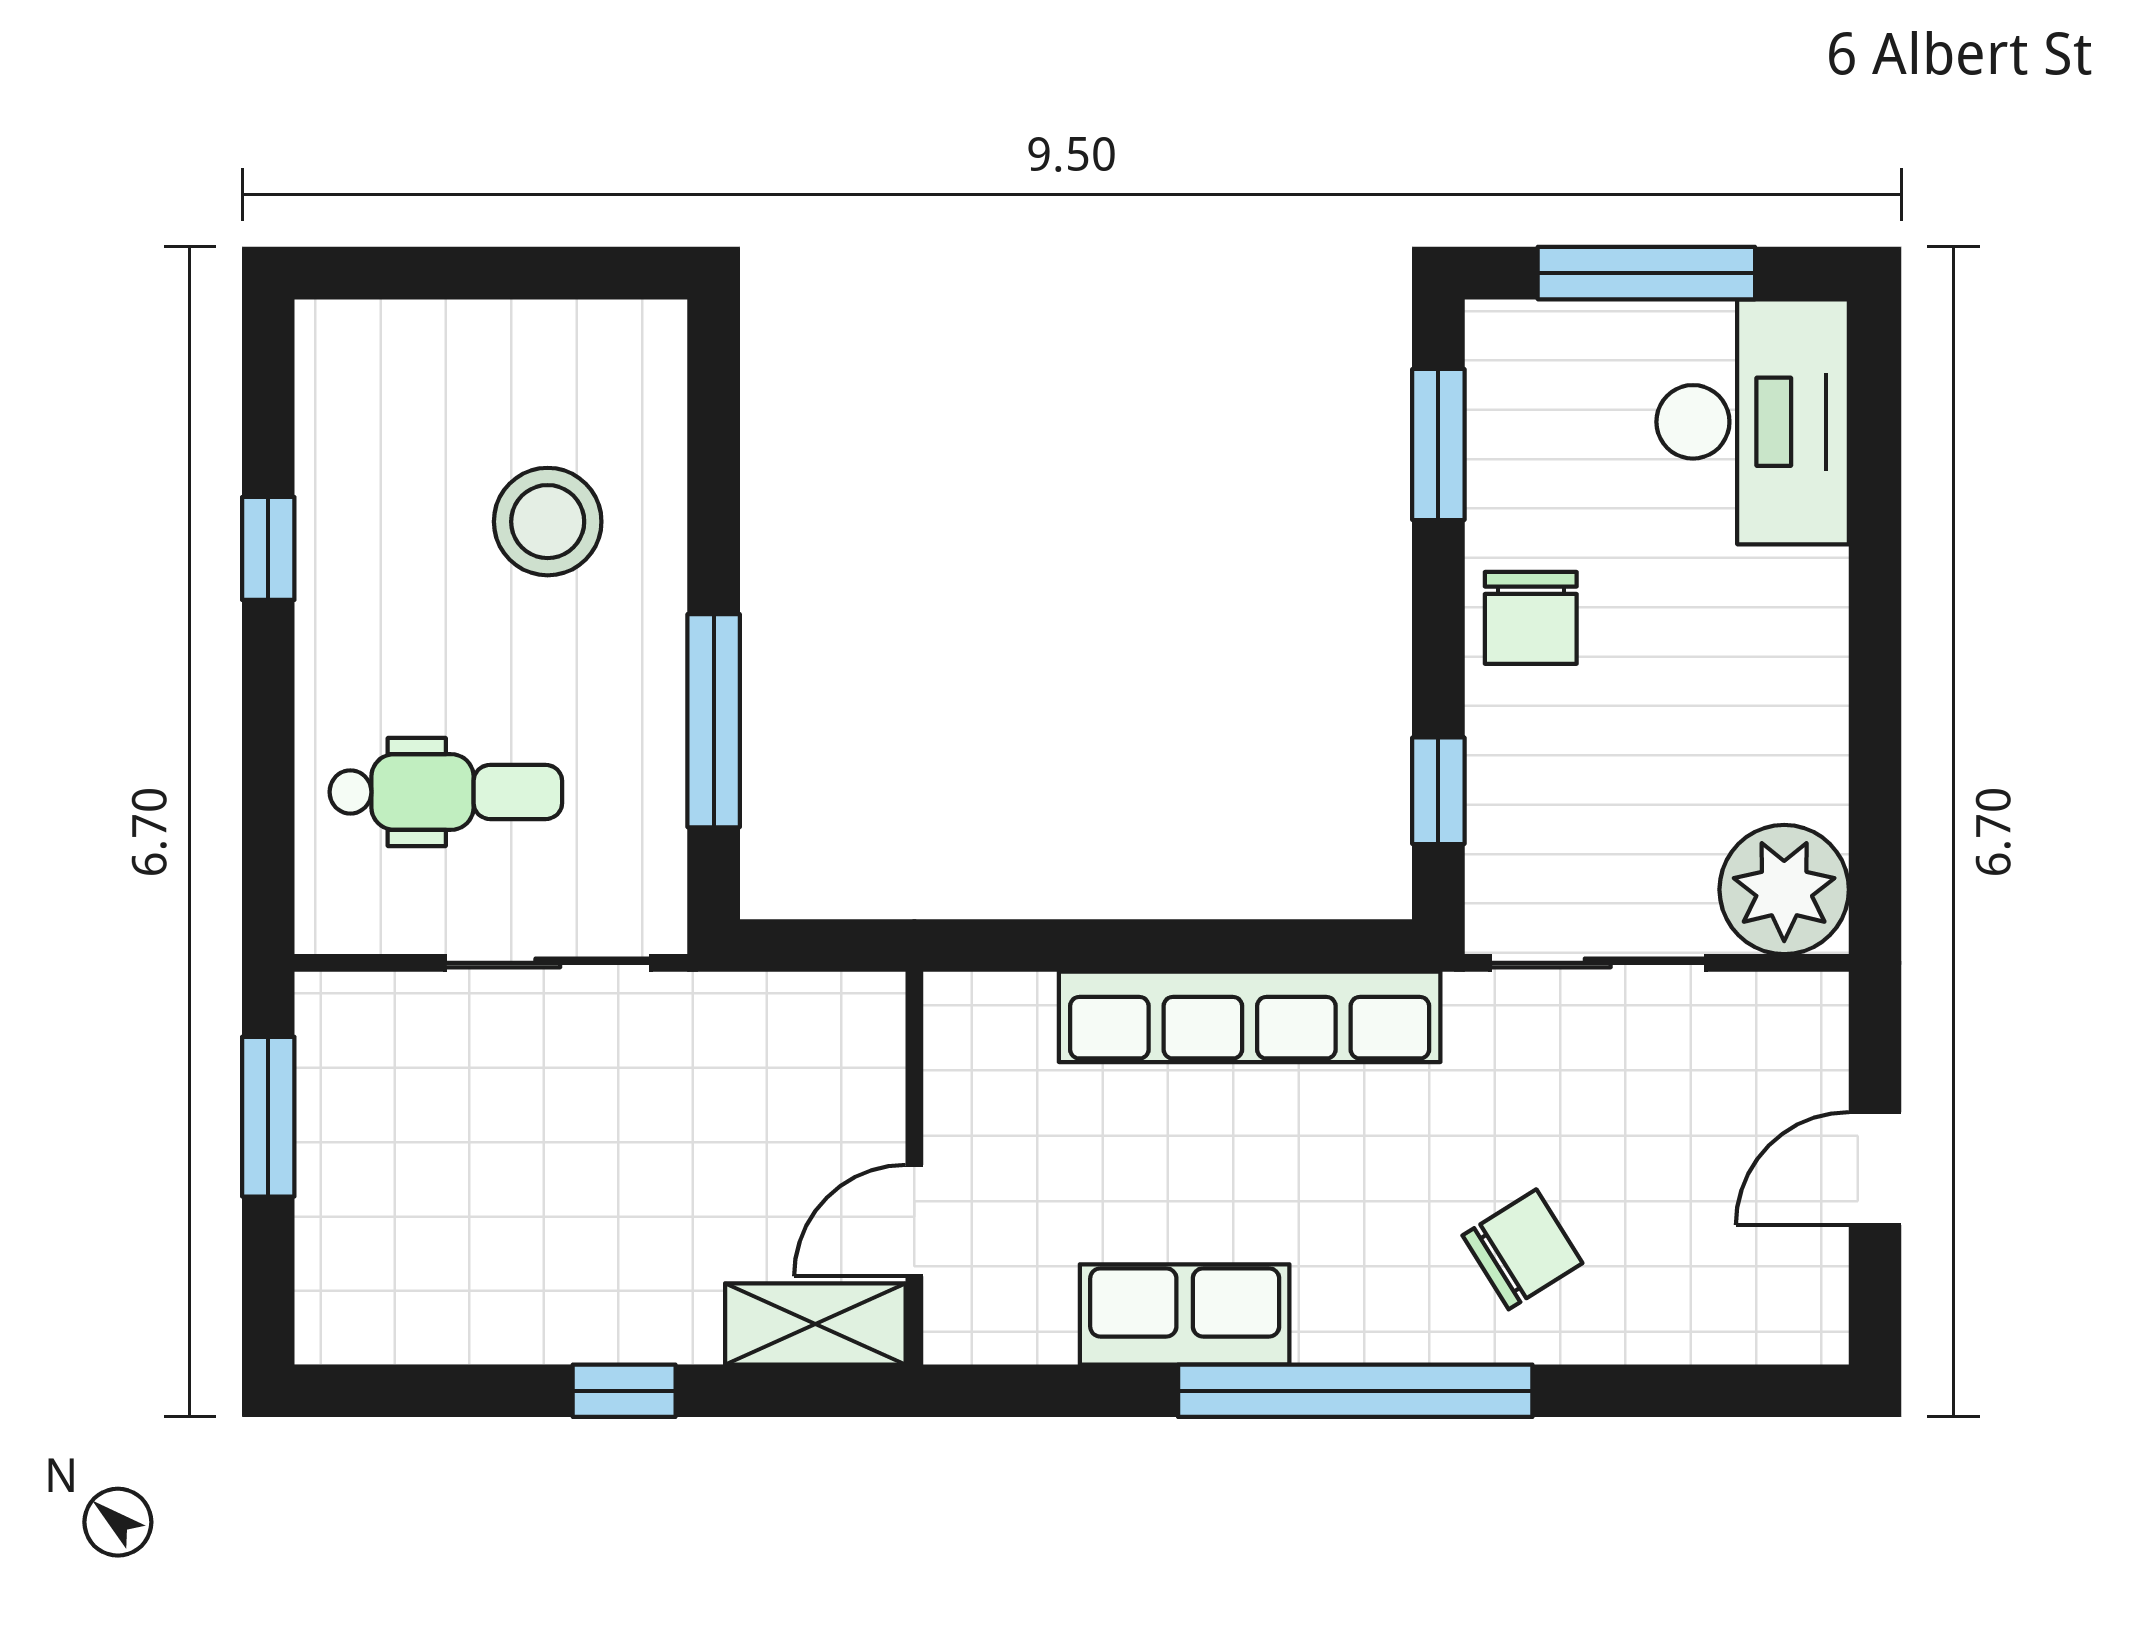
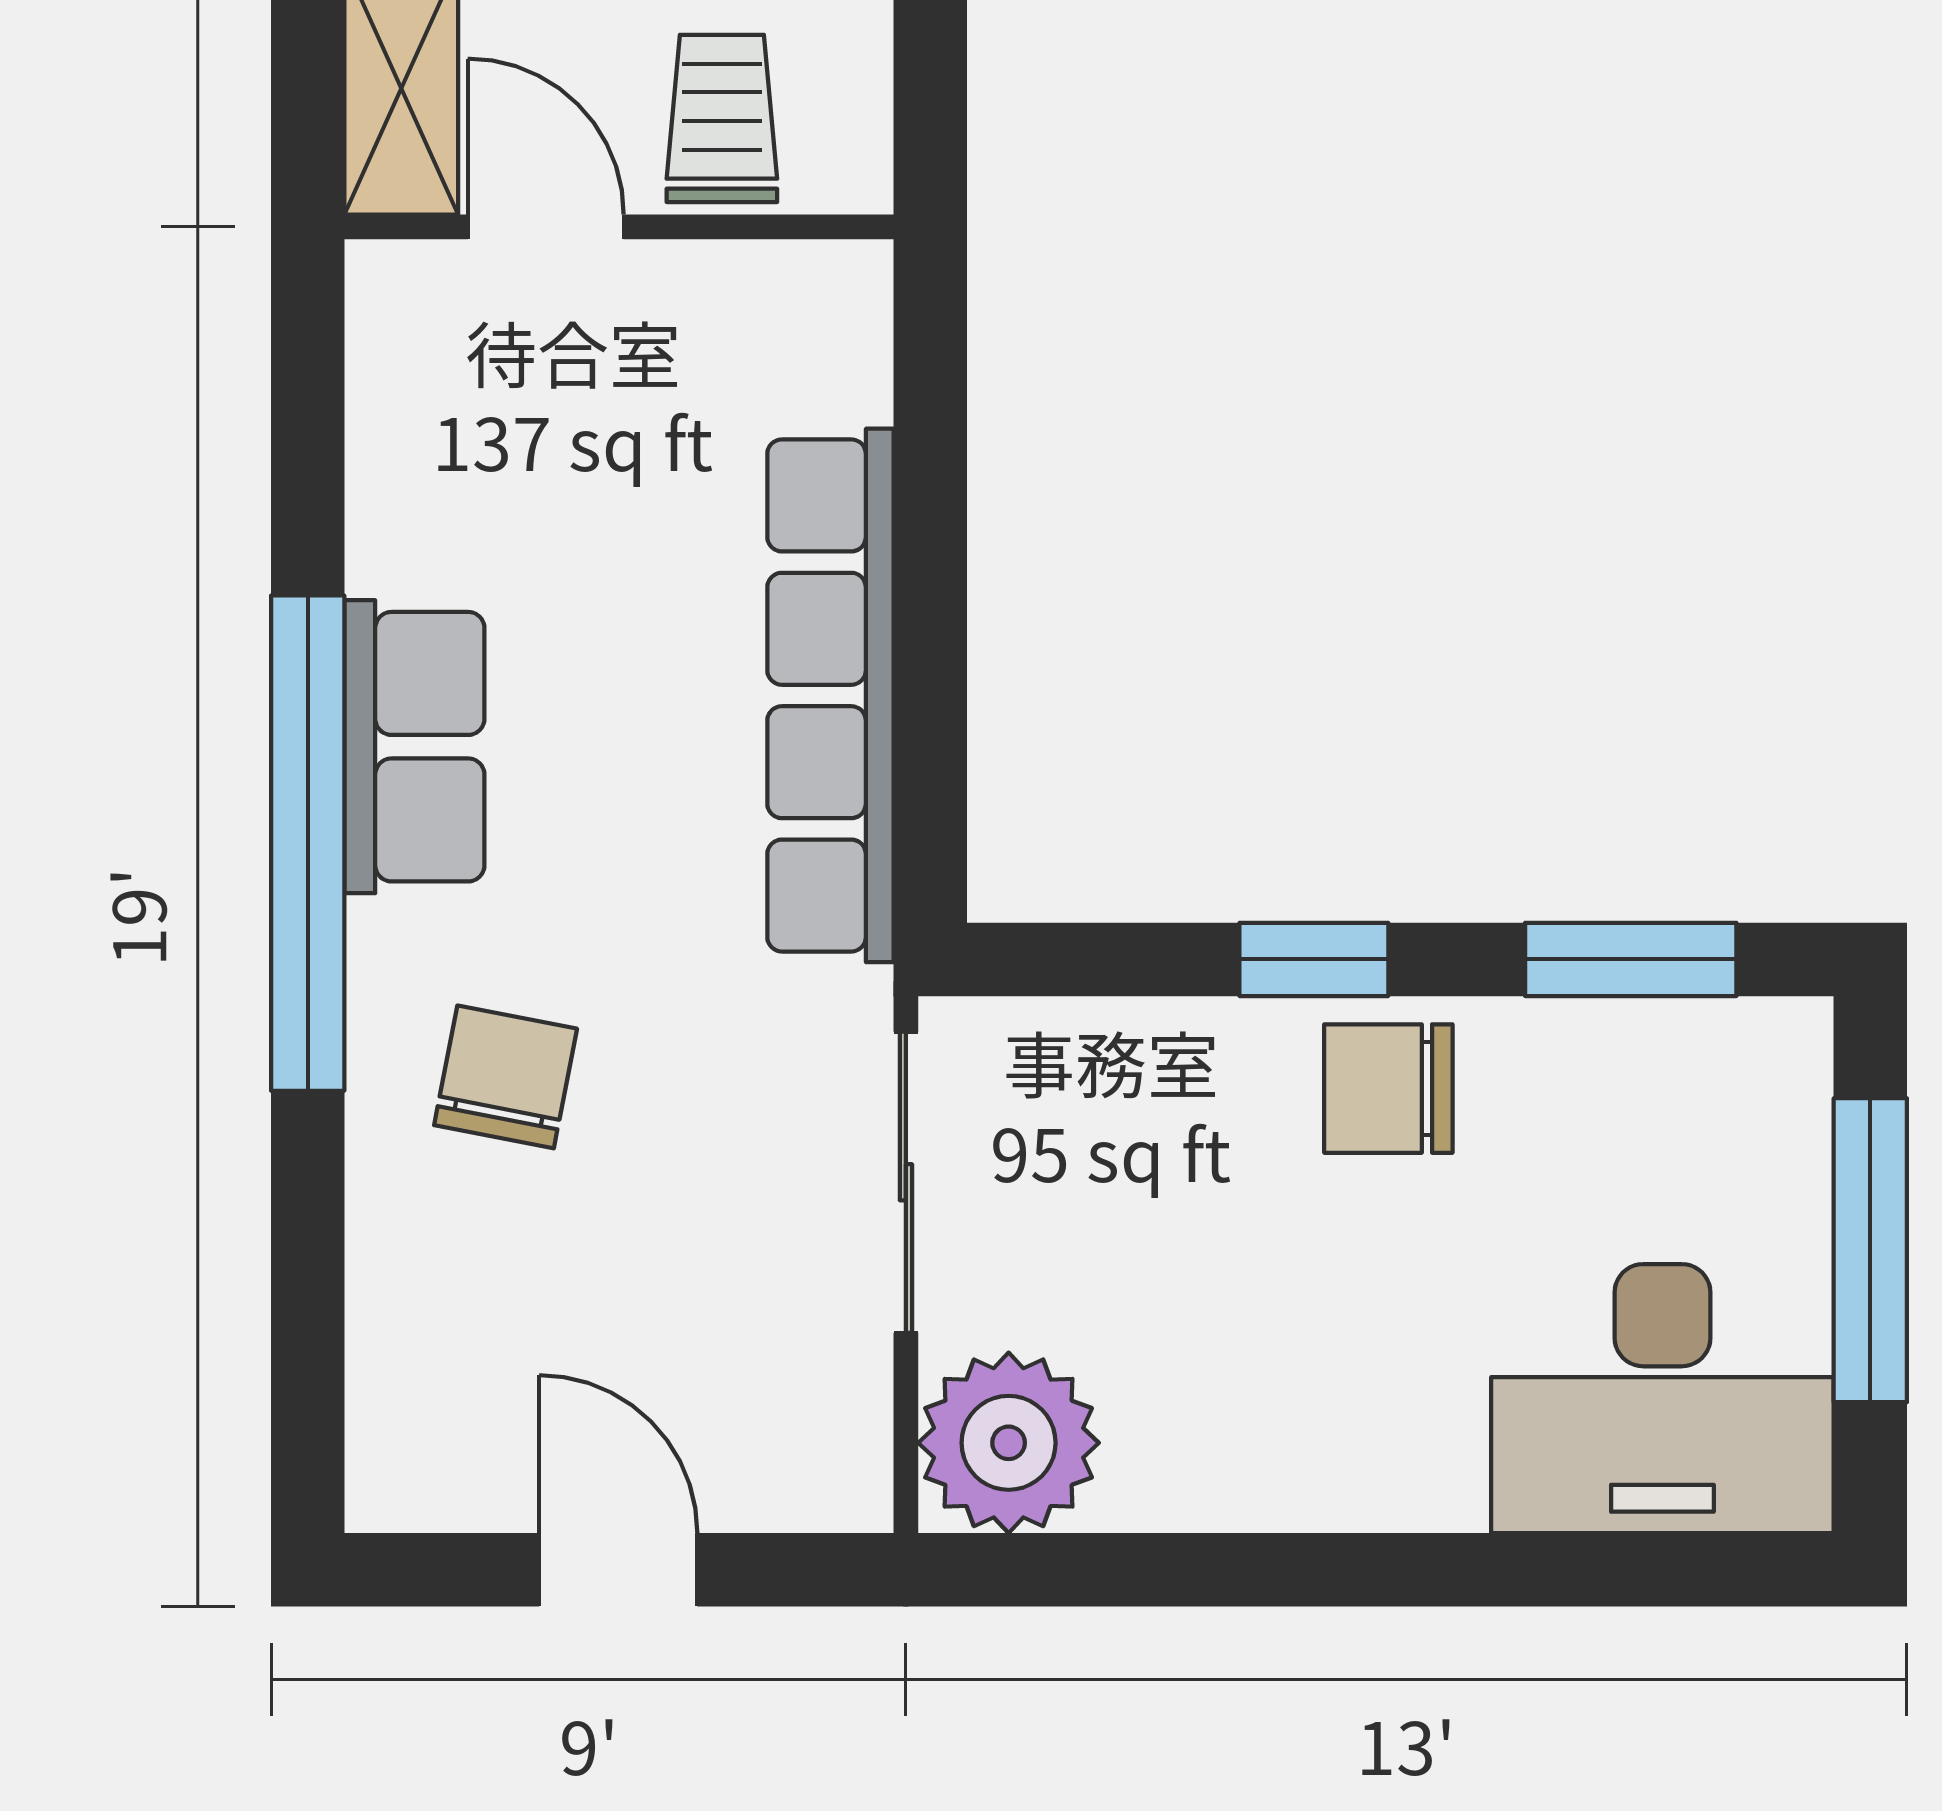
window: (1438, 791) -> (1314, 959), moved
trolley: (837, 1095) -> (722, 118), added
chair: (1522, 1249) -> (506, 1077), turned -137
row of seats: (1185, 1314) -> (414, 747), moved

